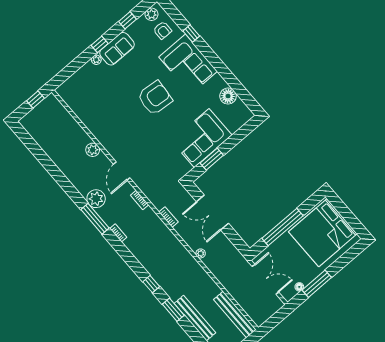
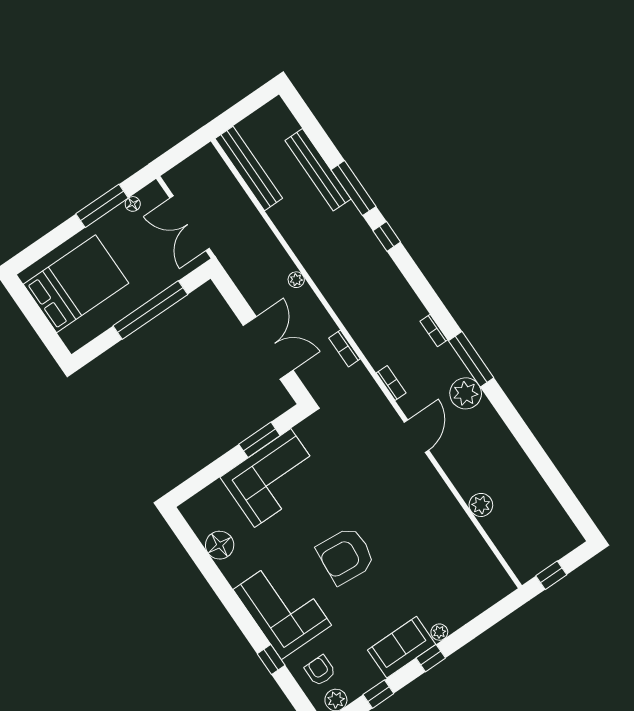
plant: (93, 150) -> (481, 505), moved
bed: (323, 233) -> (76, 284), width x0.73
window: (173, 310) -> (354, 188), width x1.44

